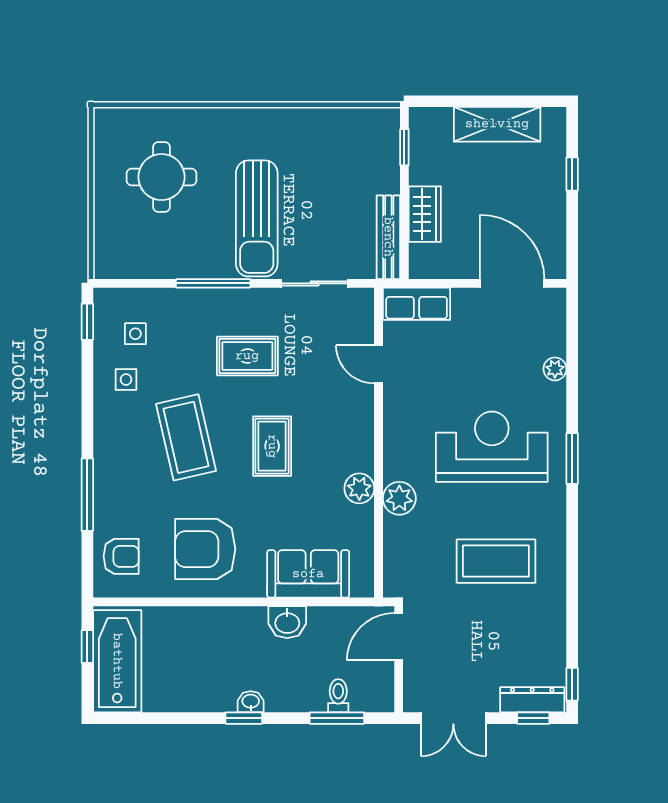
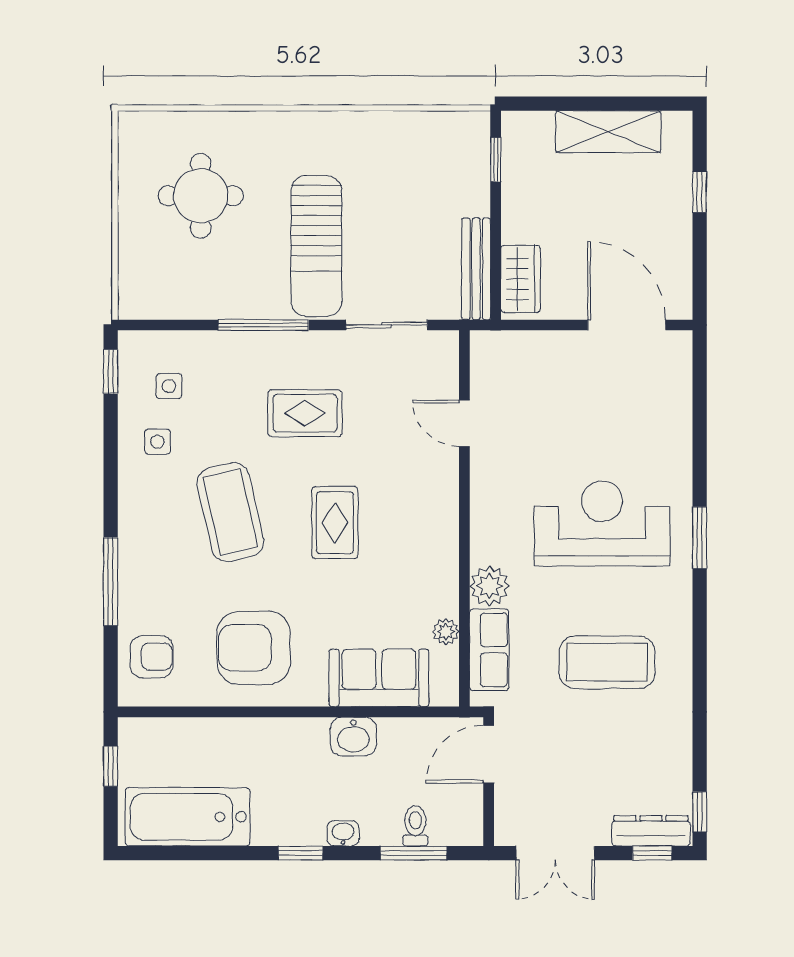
wardrobe: (425, 214) -> (521, 279), moved
row of seats: (417, 304) -> (489, 650), moved, turned -90
plant: (555, 369) -> (679, 429), removed
plant: (359, 488) -> (446, 632), moved, width x0.73, depth x0.73
bathtub: (117, 661) -> (188, 817), moved, turned -90
washbasin: (251, 702) -> (343, 833), moved

